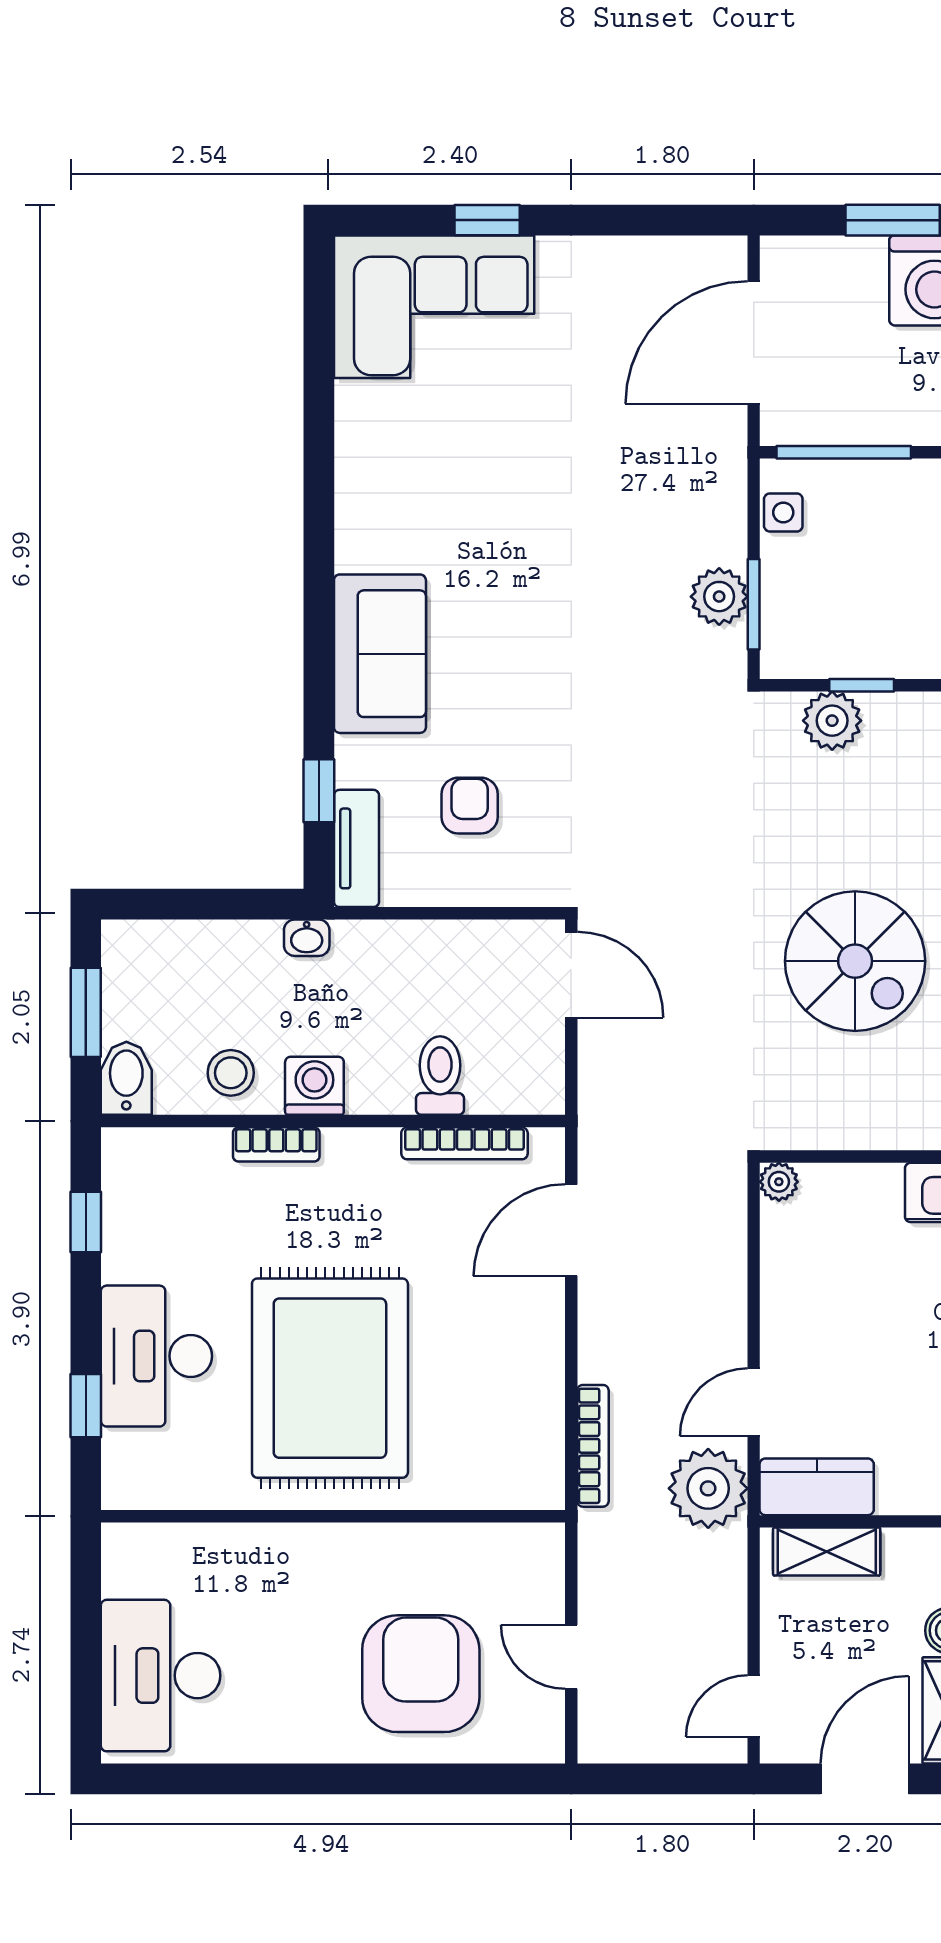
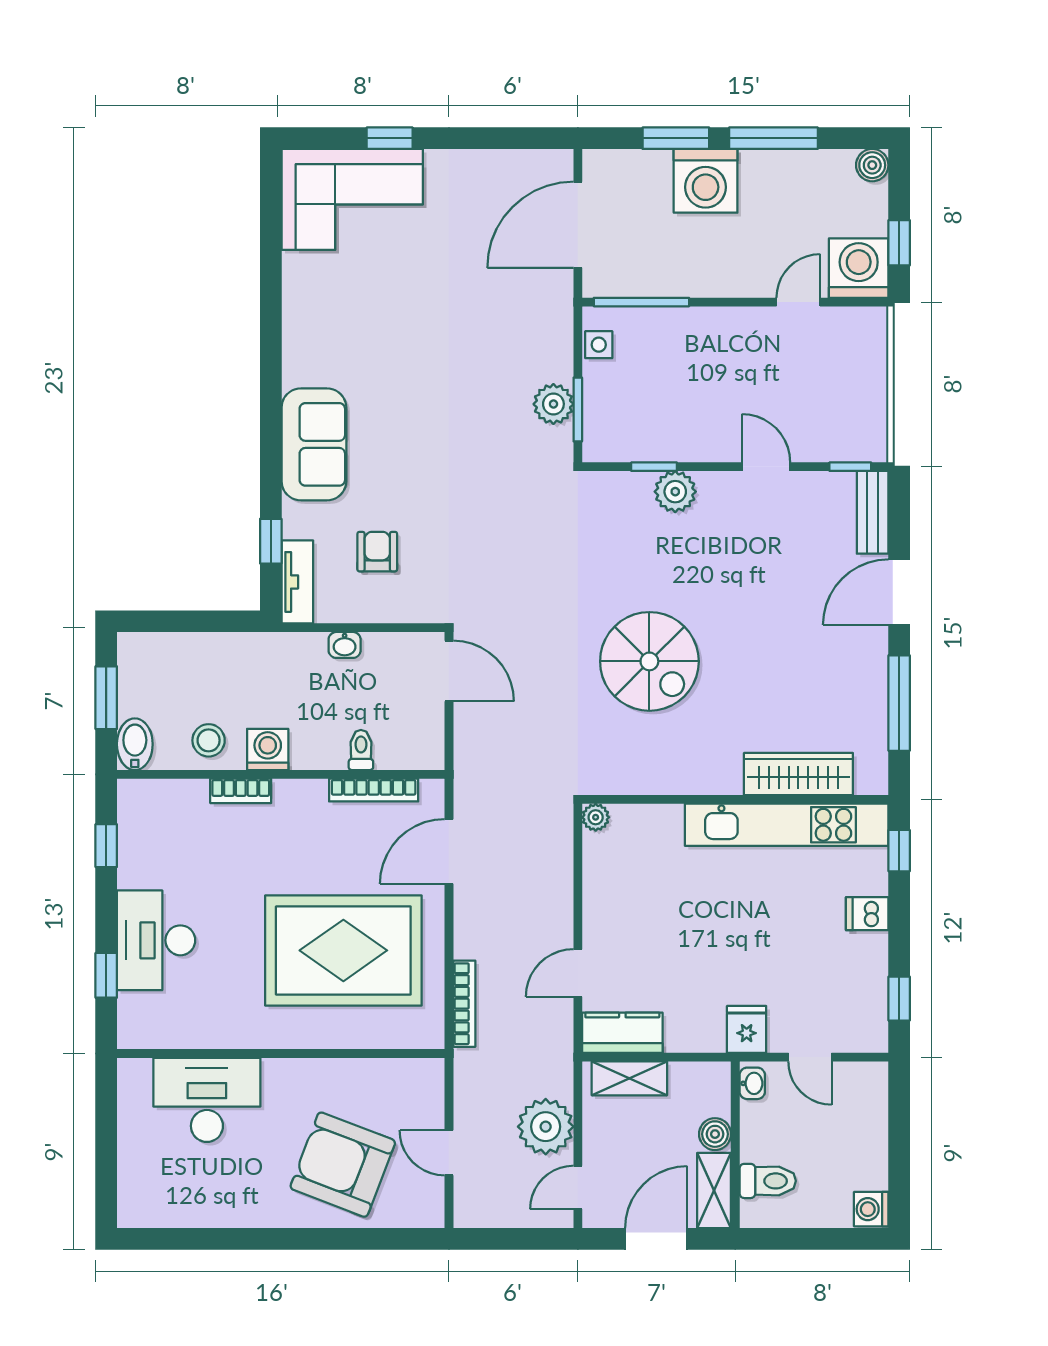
plant: (832, 721) -> (675, 492), moved
washbasin: (307, 938) -> (345, 645), moved
toilet: (440, 1076) -> (361, 750), width x0.73, depth x0.72
rug: (330, 1378) -> (343, 950), moved, turned 90
plant: (708, 1488) -> (546, 1127), moved
armchair: (421, 1674) -> (343, 1165), turned -69
desk: (161, 1676) -> (207, 1100), moved, turned 90

